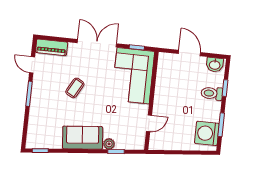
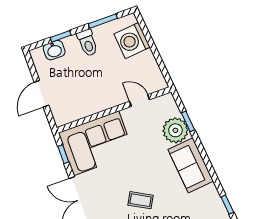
washbasin: (215, 65) -> (54, 50), moved, turned 90
toilet: (212, 93) -> (88, 43), moved
washing machine: (207, 133) -> (132, 41), moved, turned 85
plant: (109, 144) -> (175, 130), width x1.88, depth x1.88

